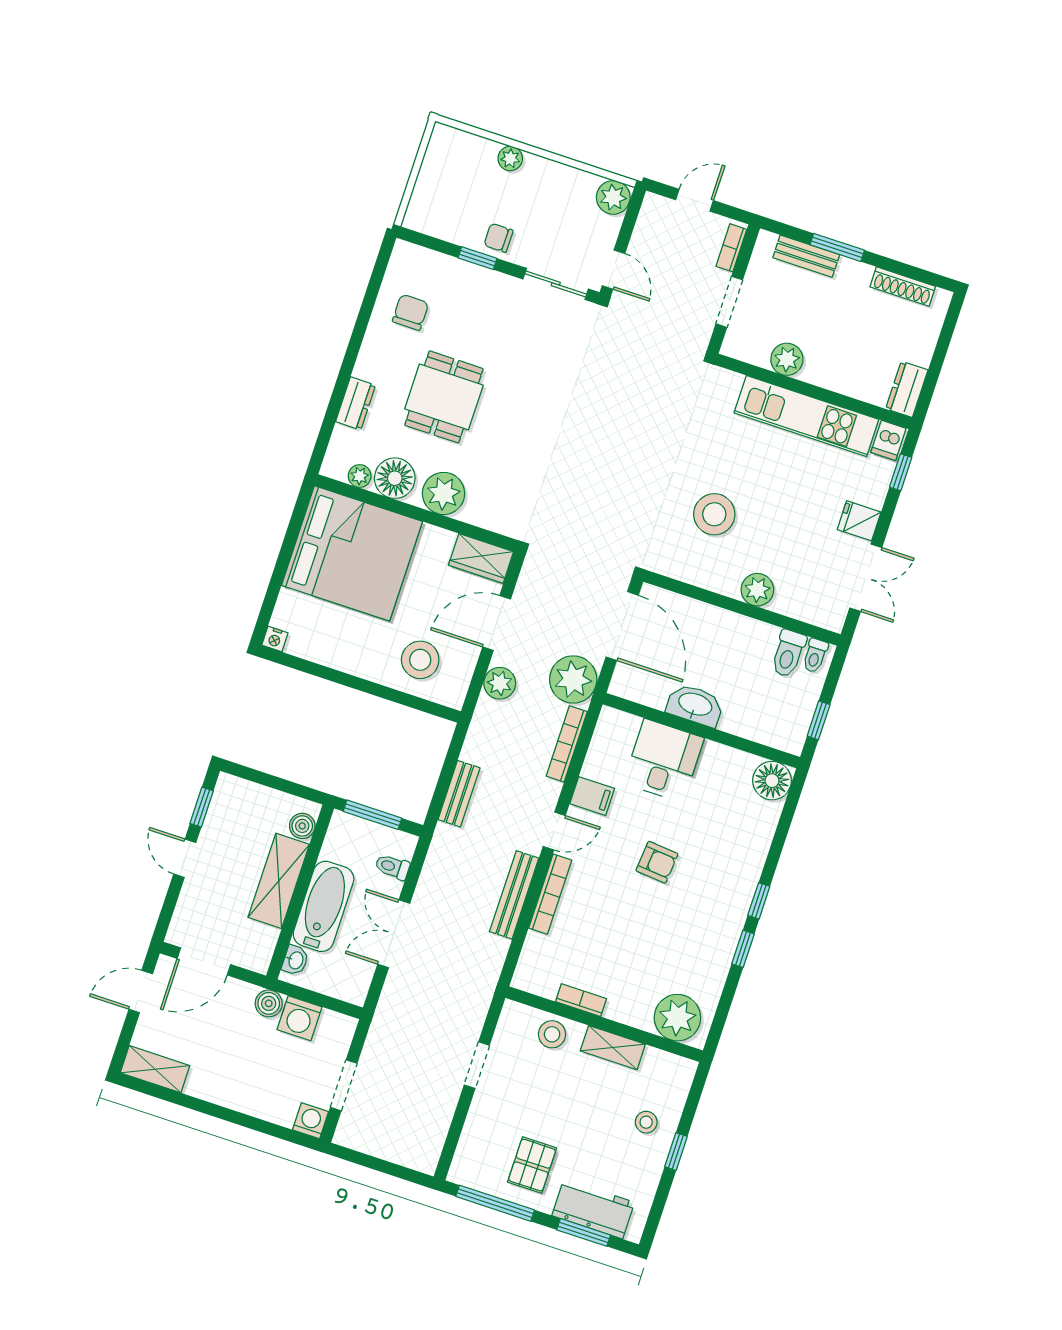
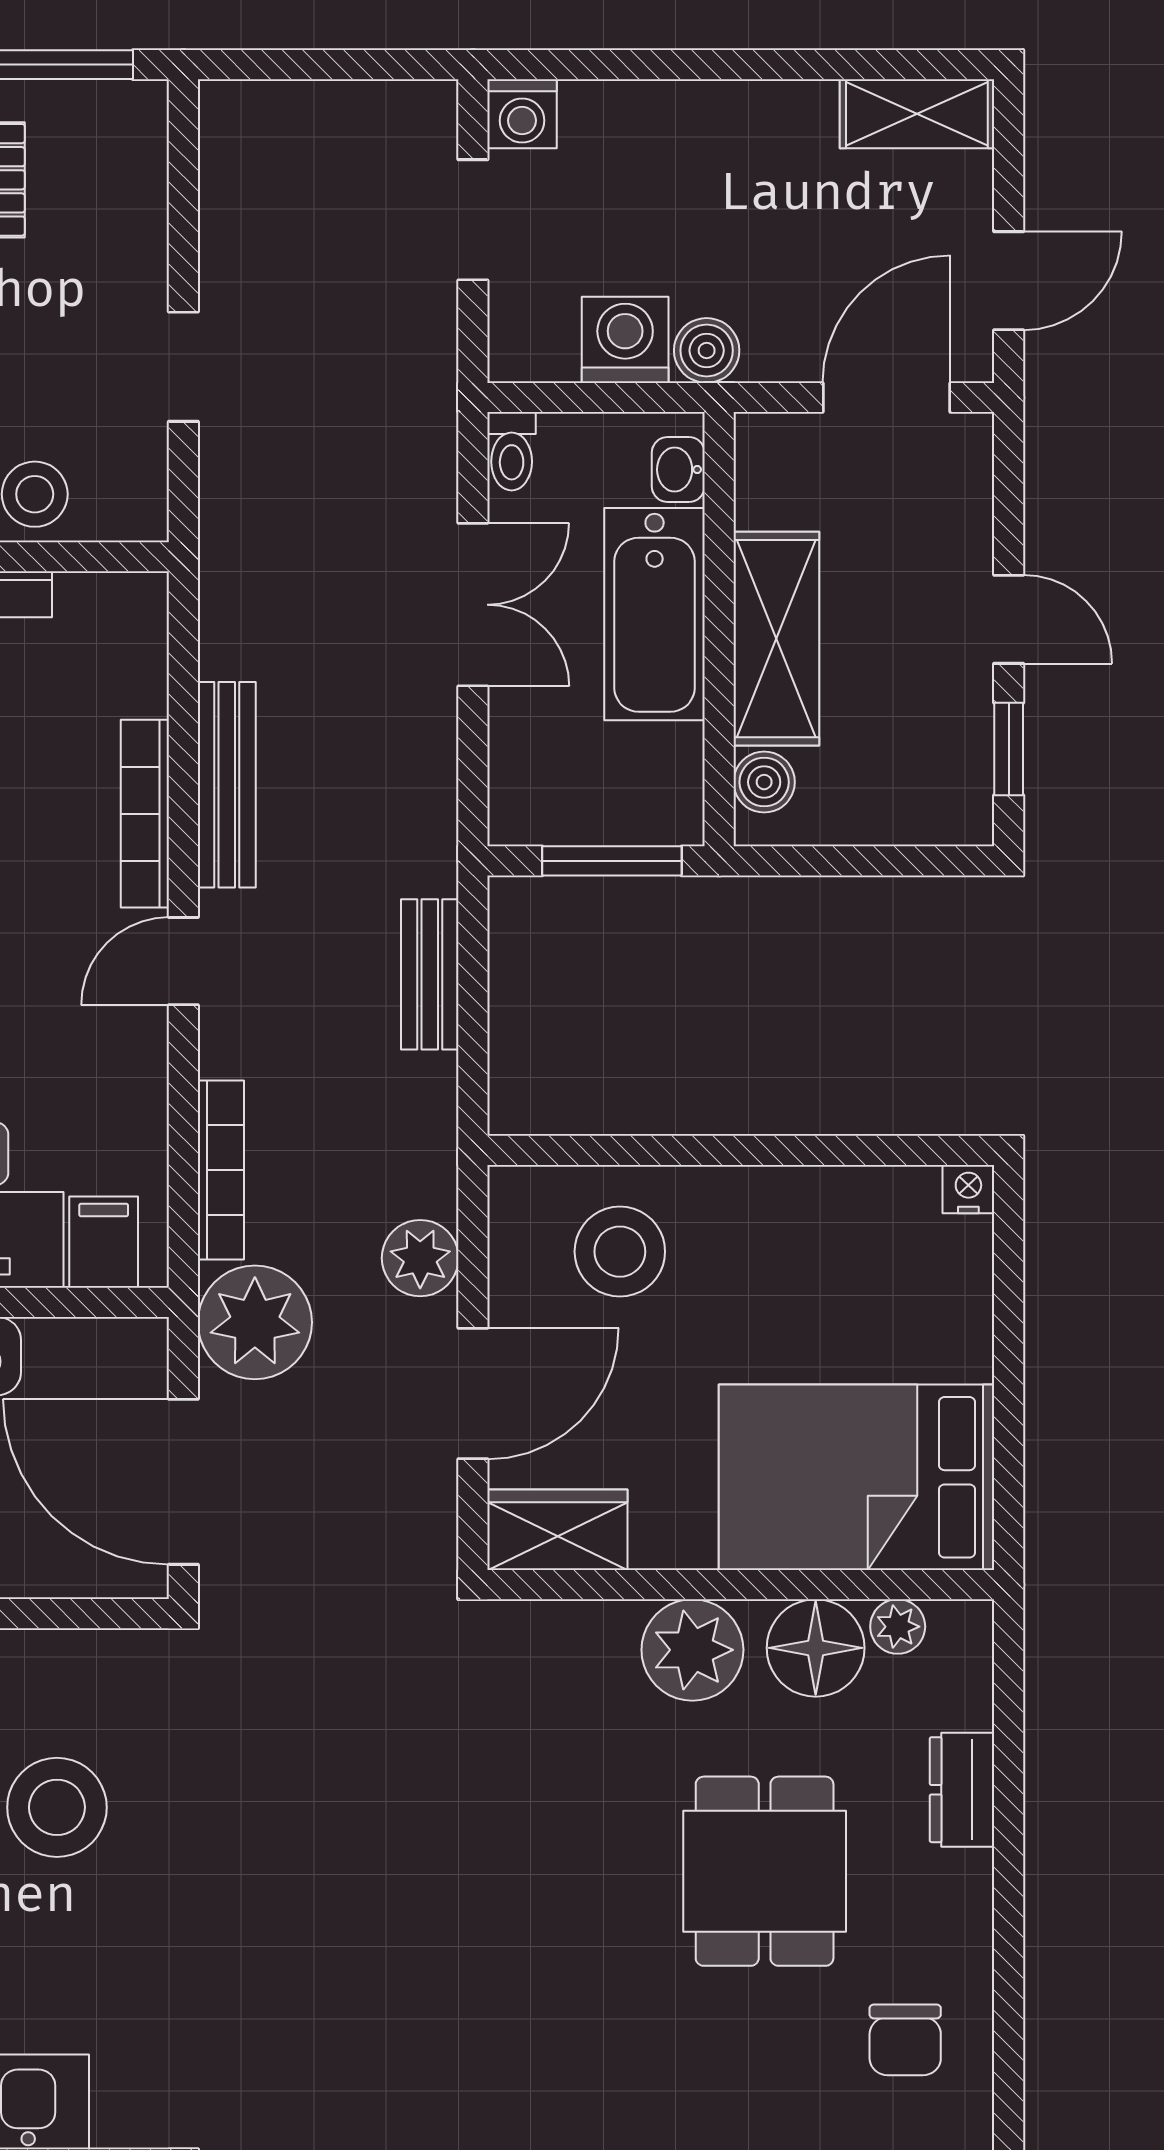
bed: (352, 553) -> (857, 1477), width x0.73
filing cabinet: (592, 796) -> (104, 1242), moved, turned 90
toilet: (392, 867) -> (512, 451), moved, turned 90

